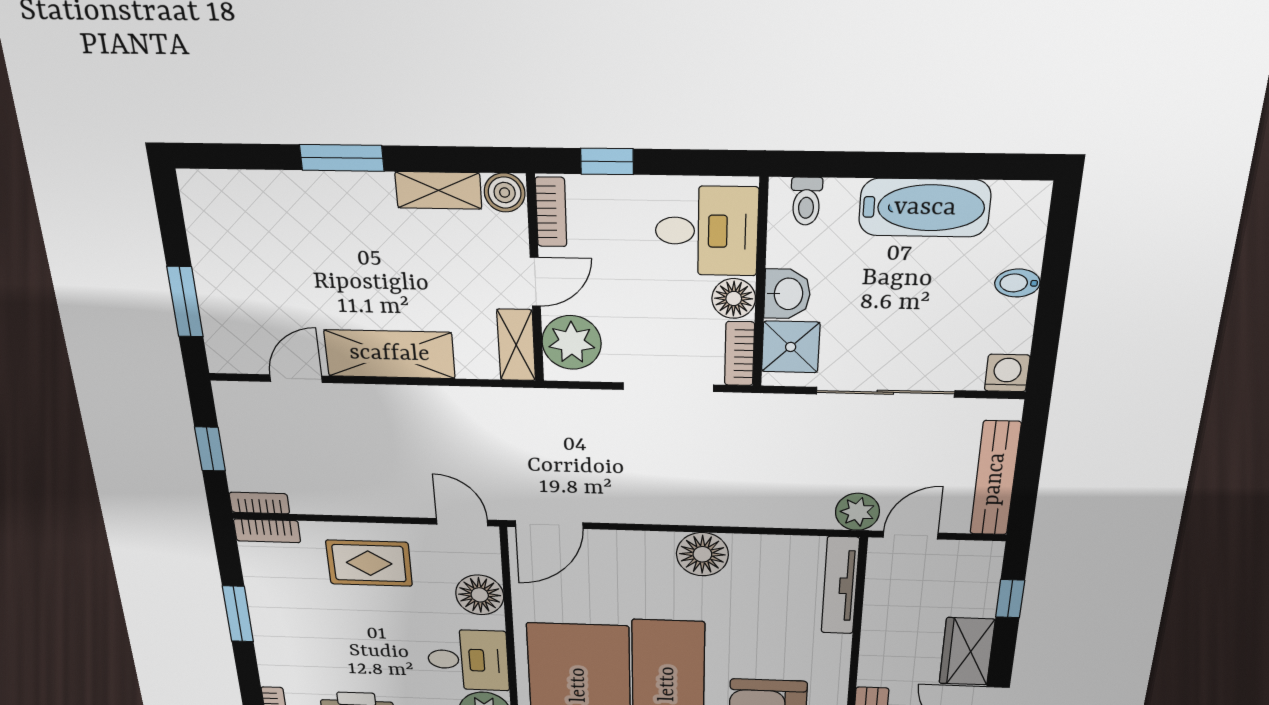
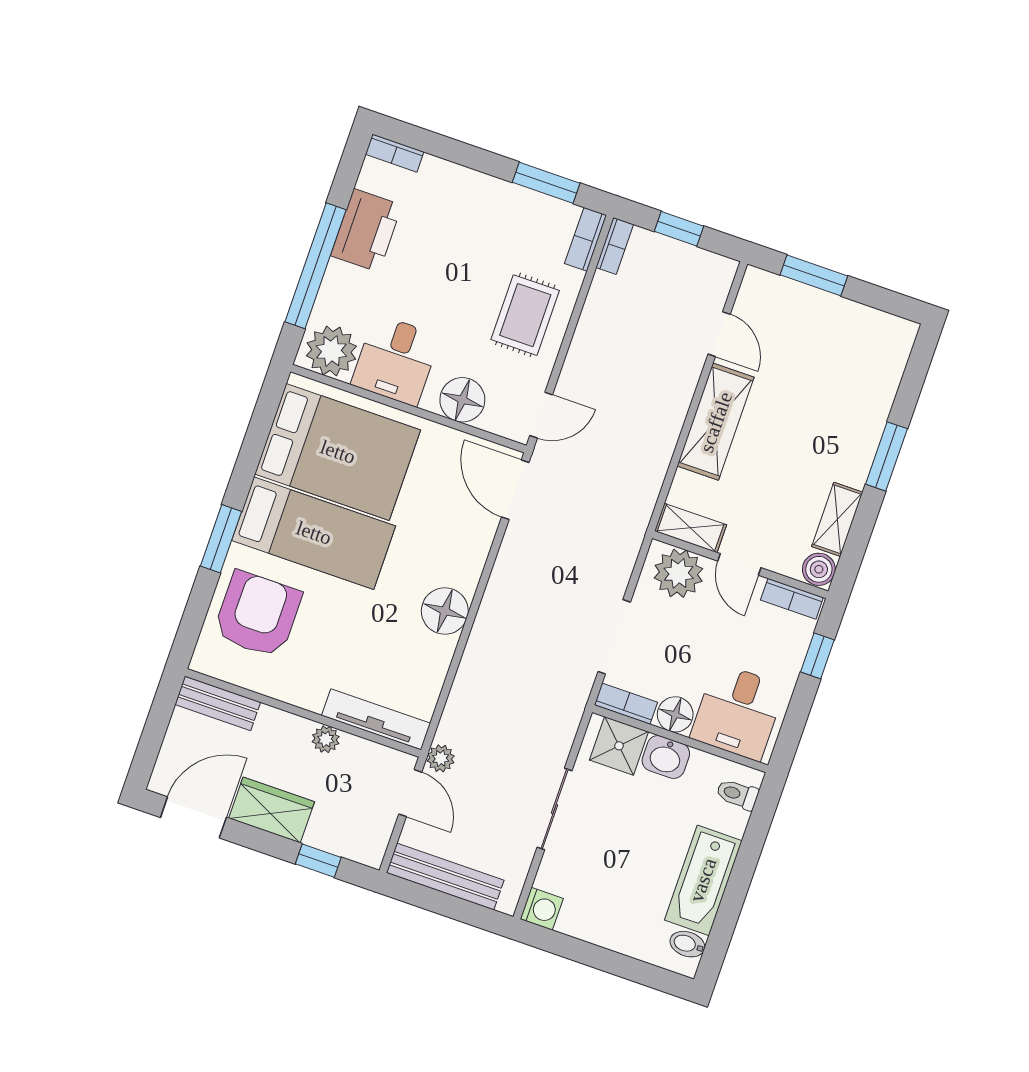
bidet: (1017, 283) -> (687, 944), moved, turned -90
sliding door: (885, 392) -> (555, 809), width x0.73
plant: (857, 512) -> (441, 758), width x0.73, depth x0.73
window: (238, 614) -> (546, 183), moved
plant: (876, 624) -> (326, 739), added

